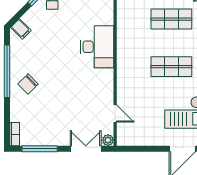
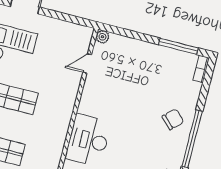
door: (115, 114) -> (87, 63), hinge flipped
double door: (86, 149) -> (129, 34), removed

